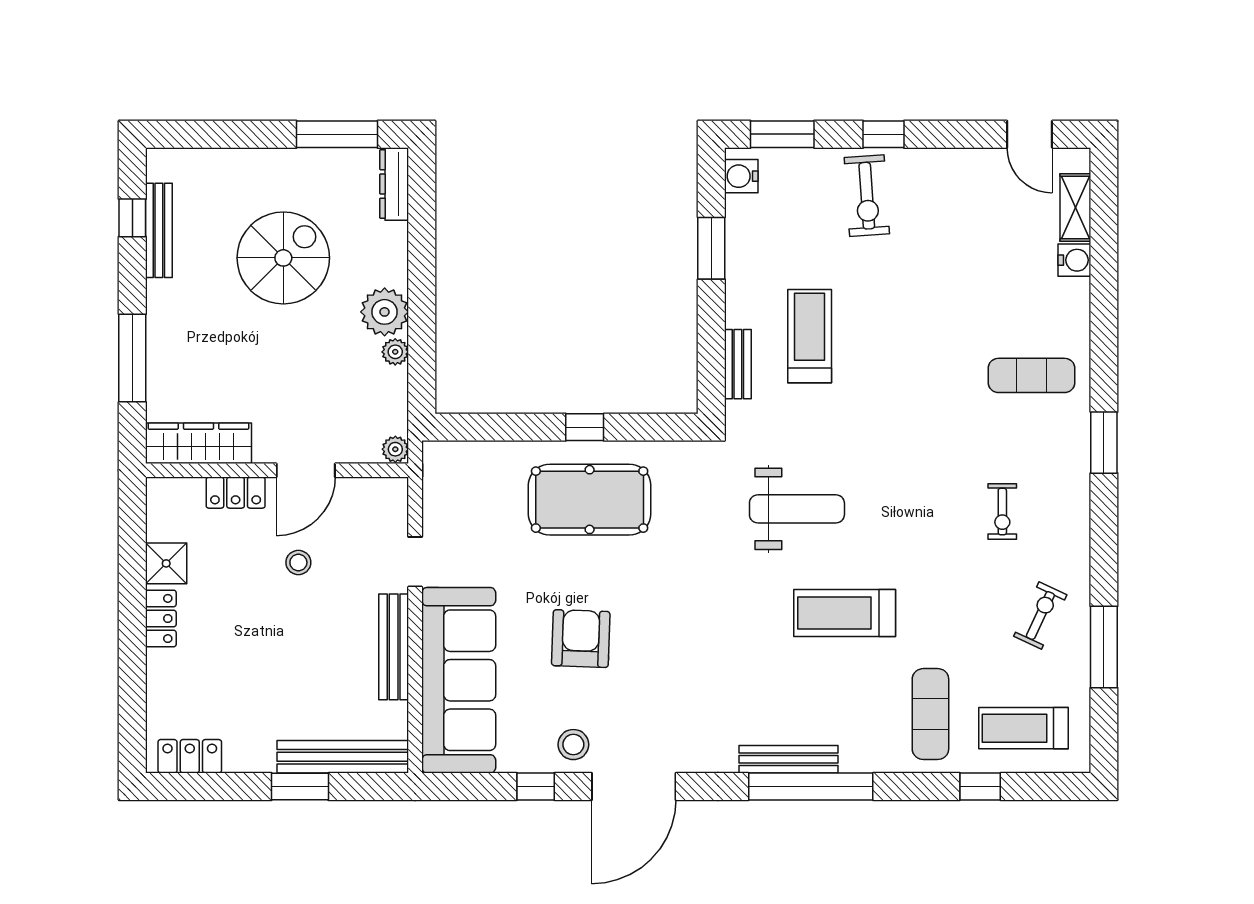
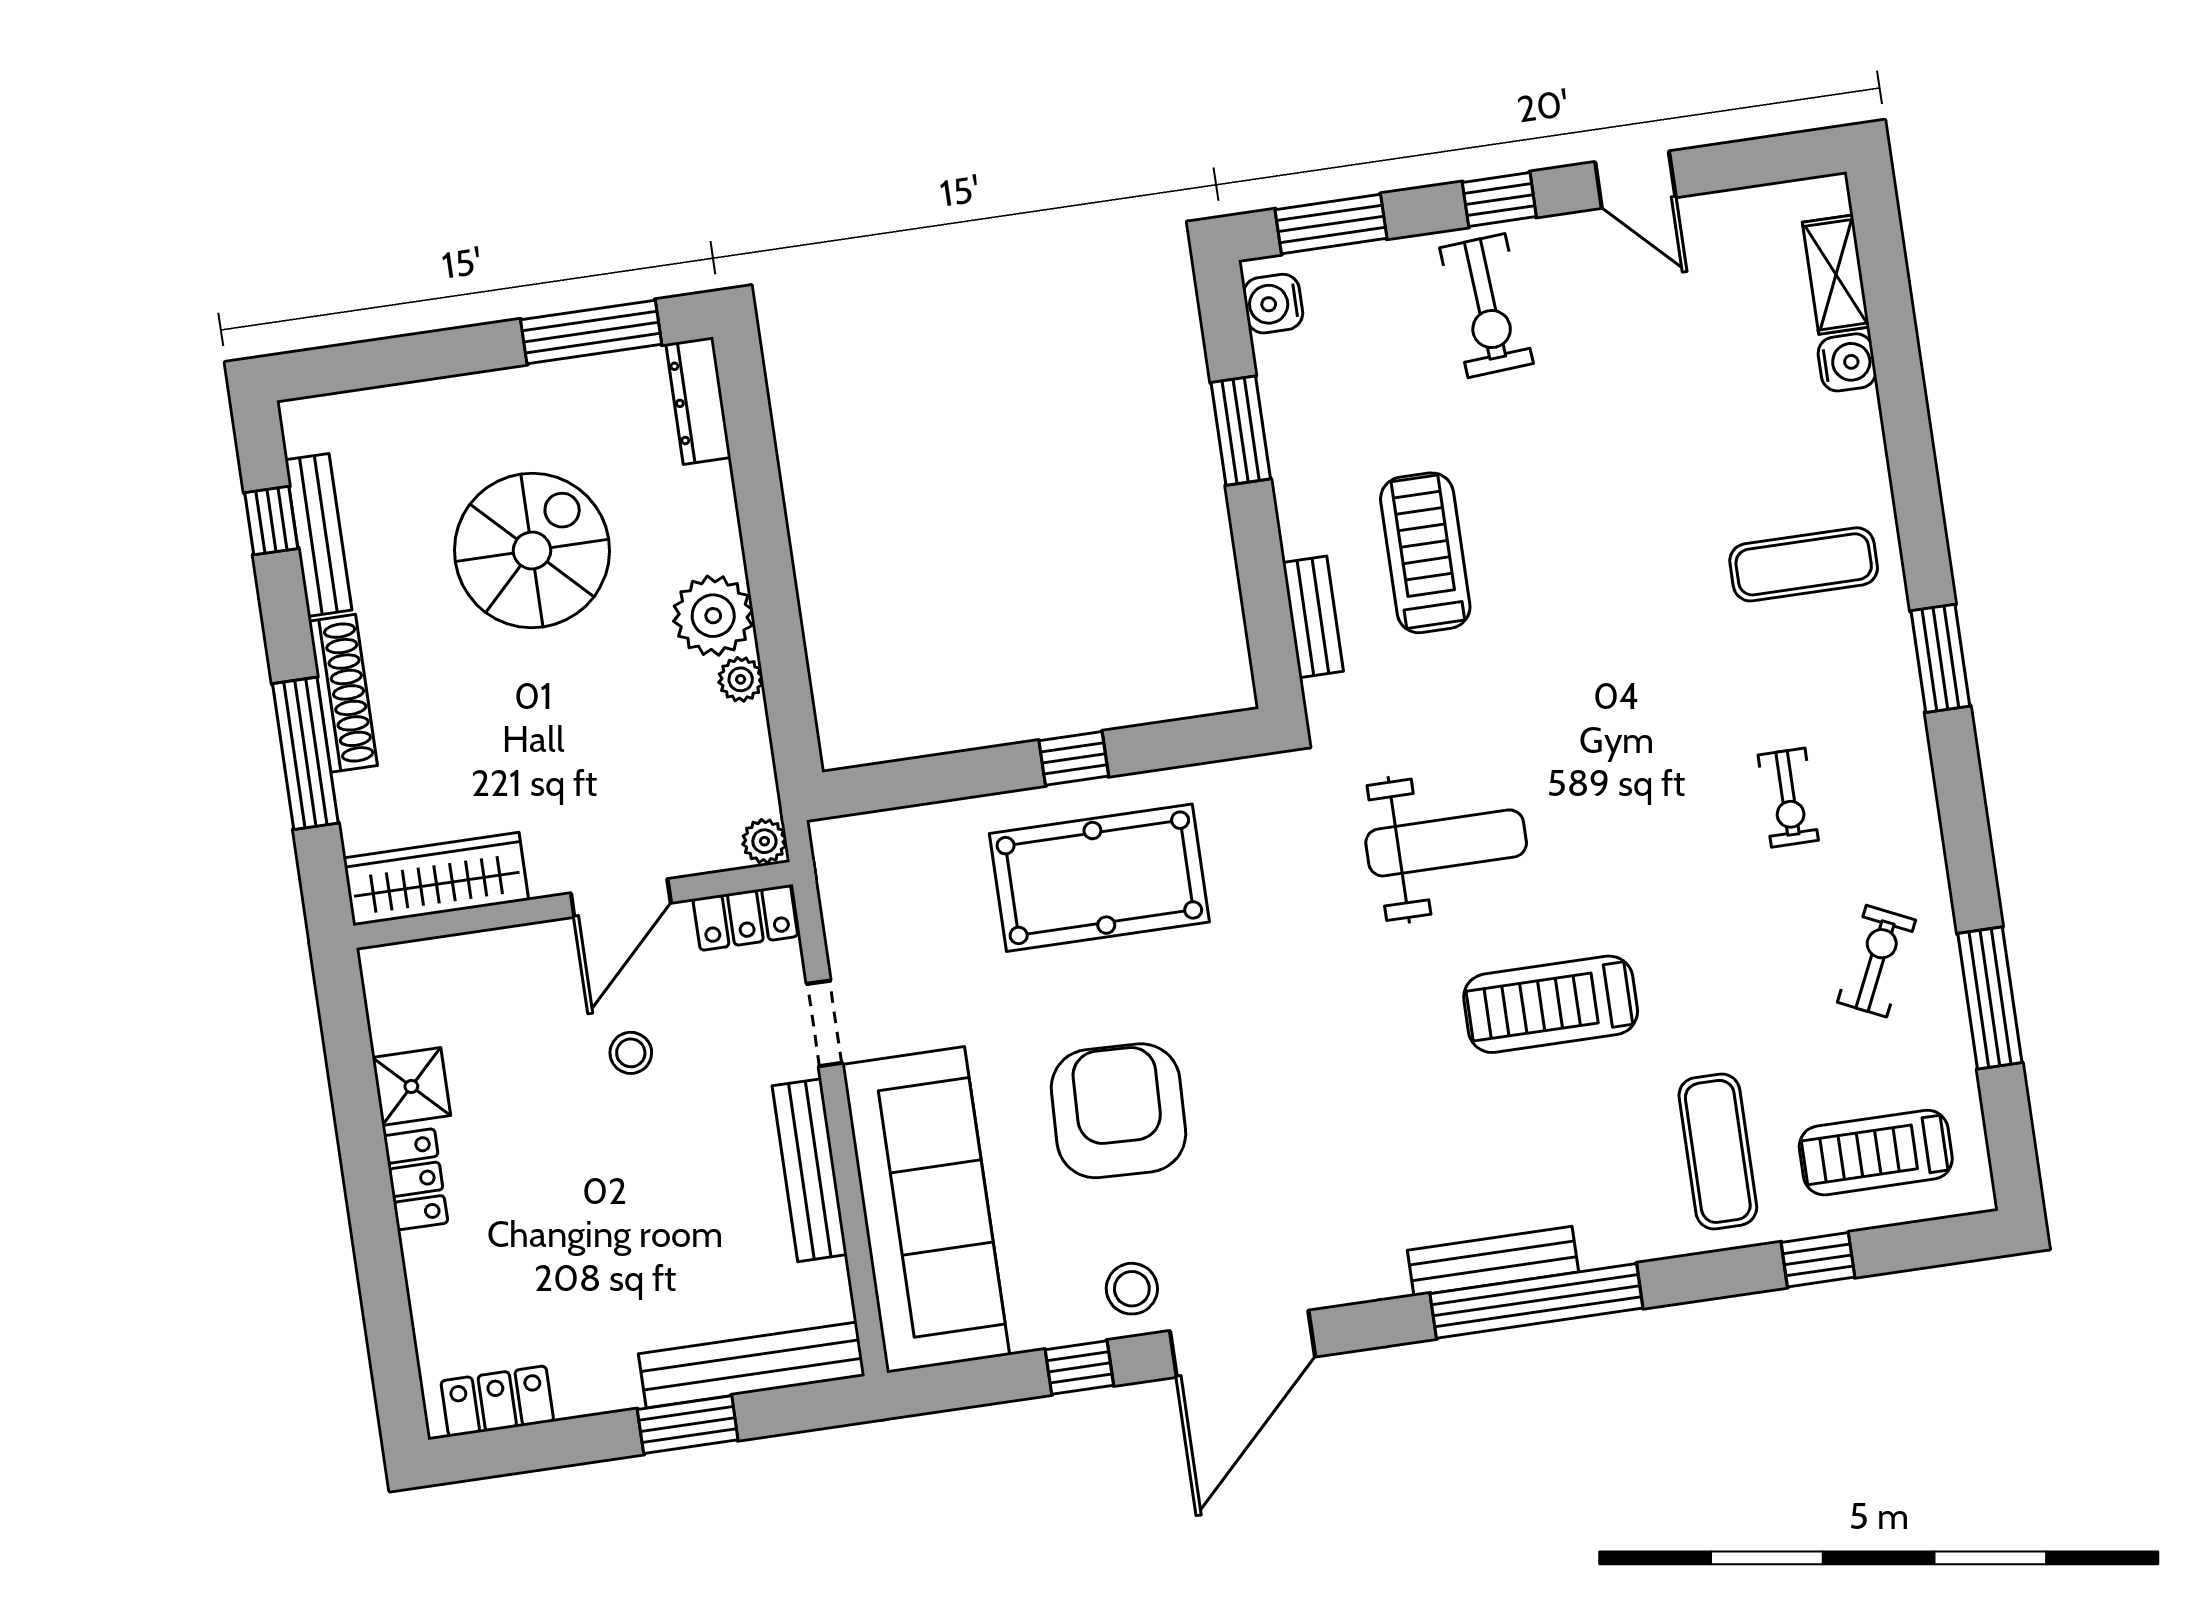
door: (1030, 134) -> (1635, 180), moved
shoe rack: (160, 326) -> (343, 693), added
locker: (236, 493) -> (745, 918), moved
armchair: (581, 639) -> (1118, 1111), width x1.36, depth x1.36

